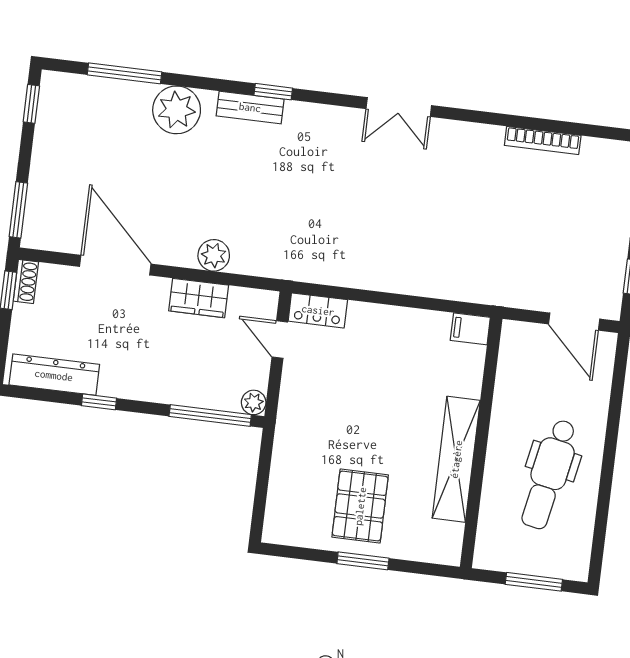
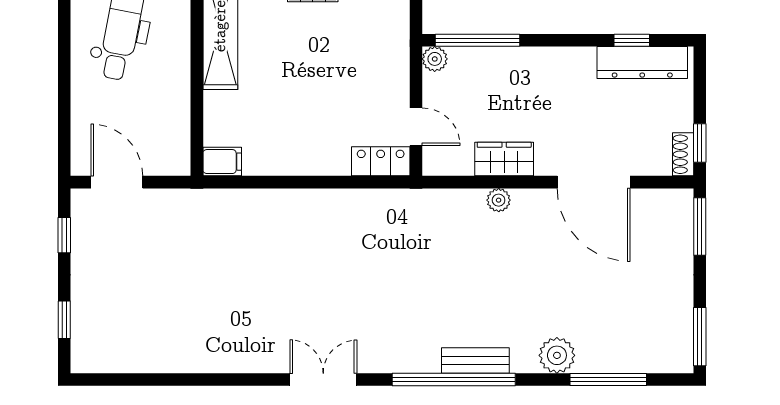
window: (273, 92) -> (454, 380), width x3.17
window: (31, 104) -> (700, 337), width x1.50
plant: (177, 110) -> (557, 355), width x0.73, depth x0.73
bookcase: (543, 140) -> (172, 364), removed
plant: (214, 255) -> (499, 200), width x0.73, depth x0.73
window: (99, 402) -> (632, 40), moved

